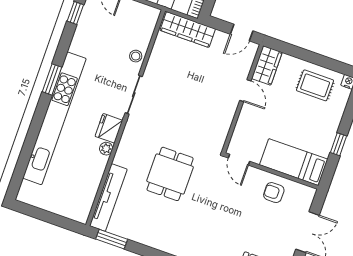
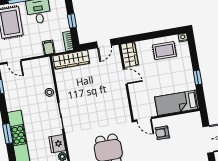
armchair: (274, 193) -> (162, 133), moved

